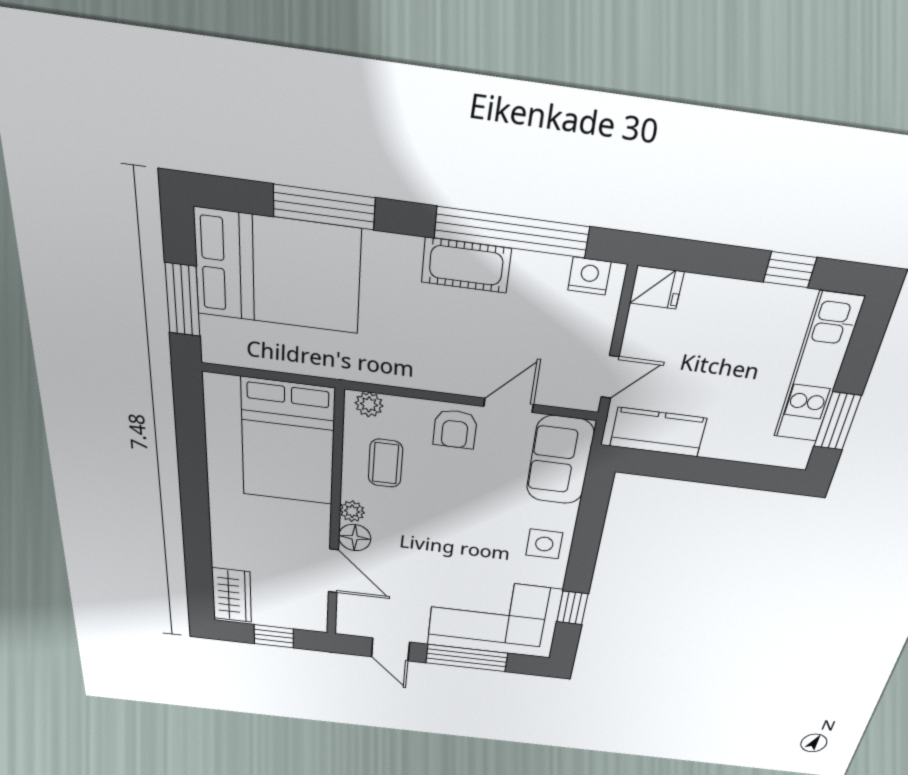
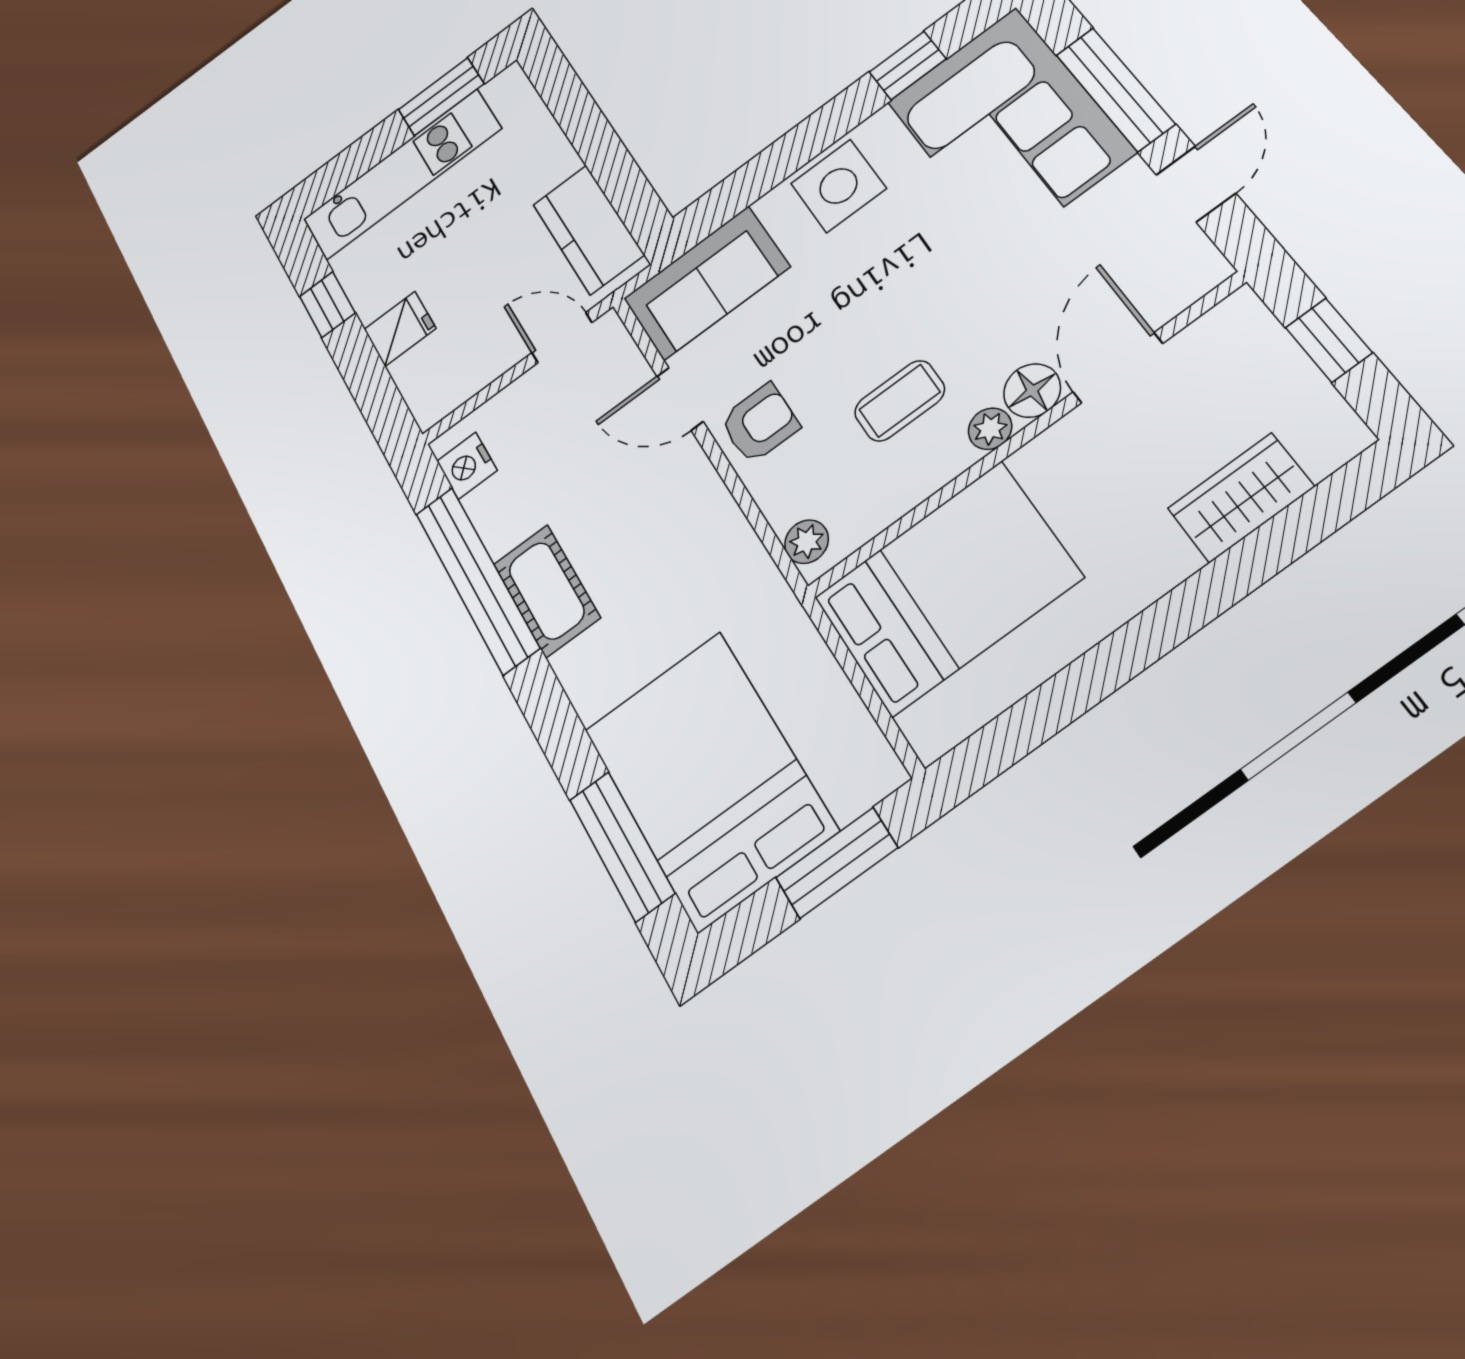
window: (324, 207) -> (622, 846), moved
fridge: (657, 287) -> (400, 329), moved, turned 90
coffee table: (385, 463) -> (900, 401), moved
side table: (544, 544) -> (838, 186), width x1.37, depth x1.37
wardrobe: (232, 595) -> (1241, 498), moved

